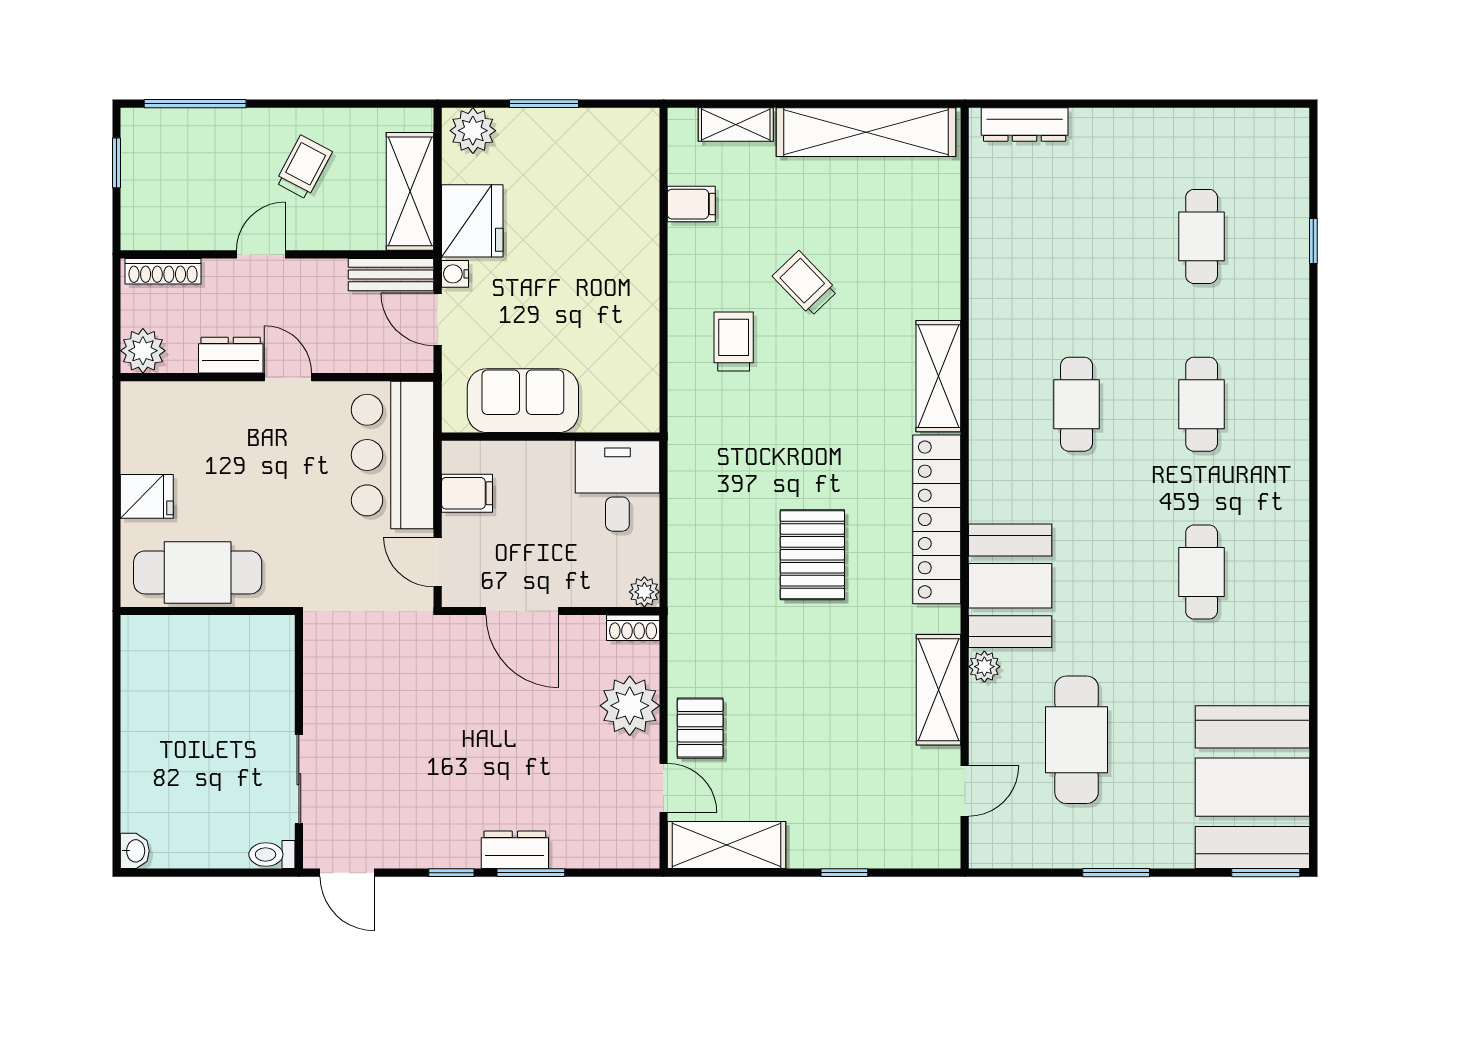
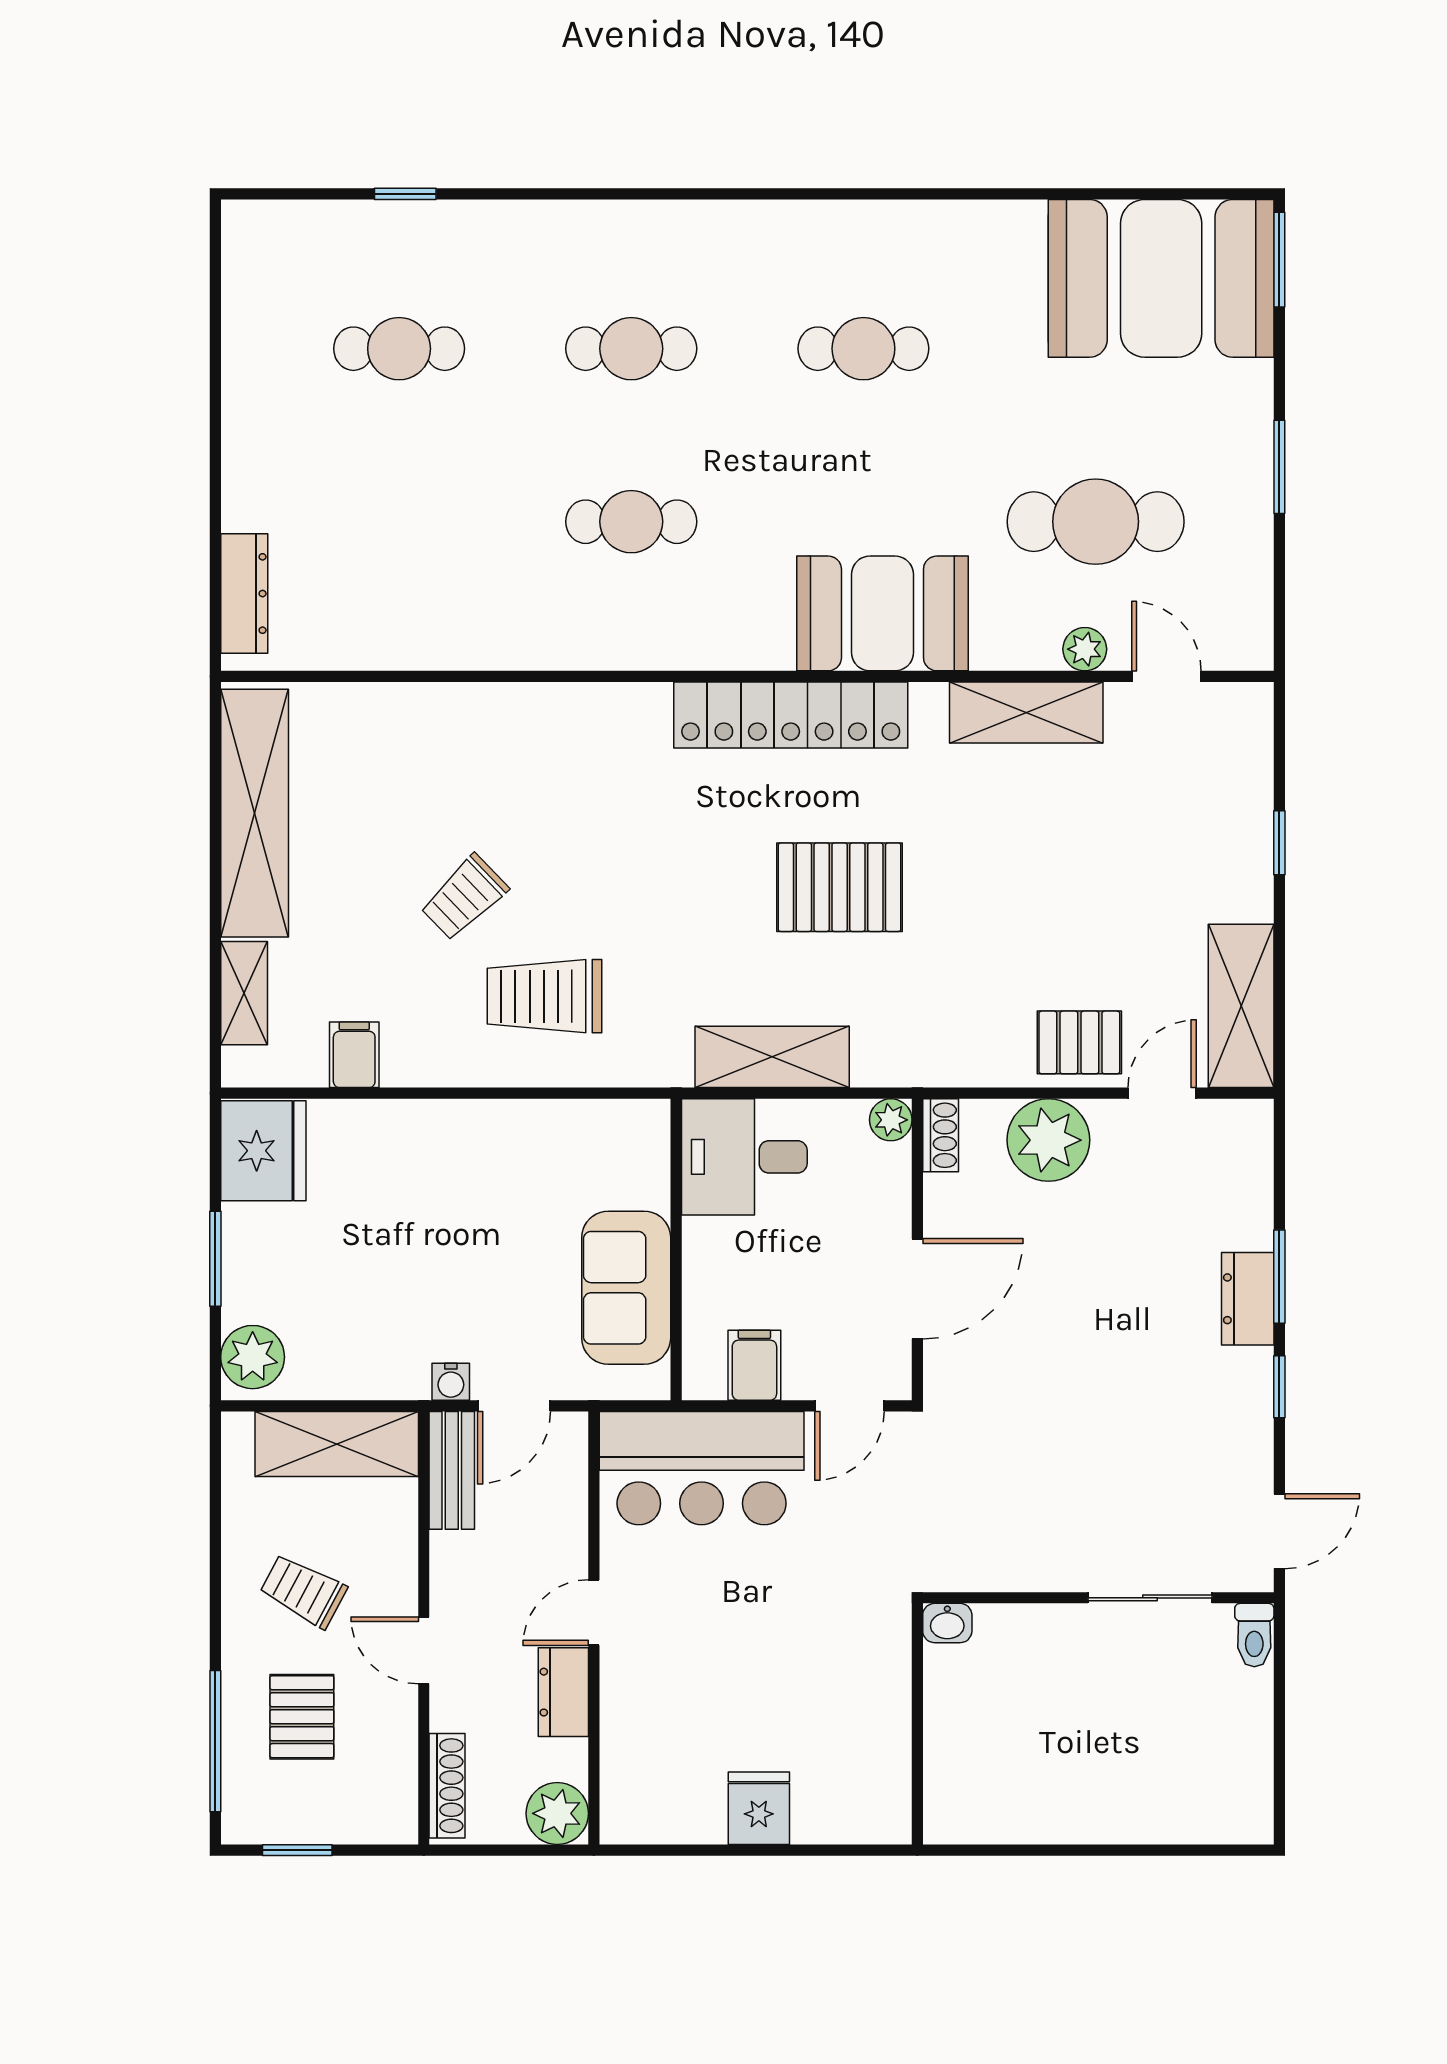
pallet: (213, 166) -> (302, 1717), added
fridge: (472, 221) -> (263, 1151), moved, turned 90
trolley: (734, 342) -> (544, 996), width x1.36, depth x1.39
shelving: (938, 376) -> (772, 1057), moved
cafe table: (198, 572) -> (864, 1738), removed
plant: (984, 667) -> (1085, 649), moved
washbasin: (135, 851) -> (947, 1623), moved, turned 180

